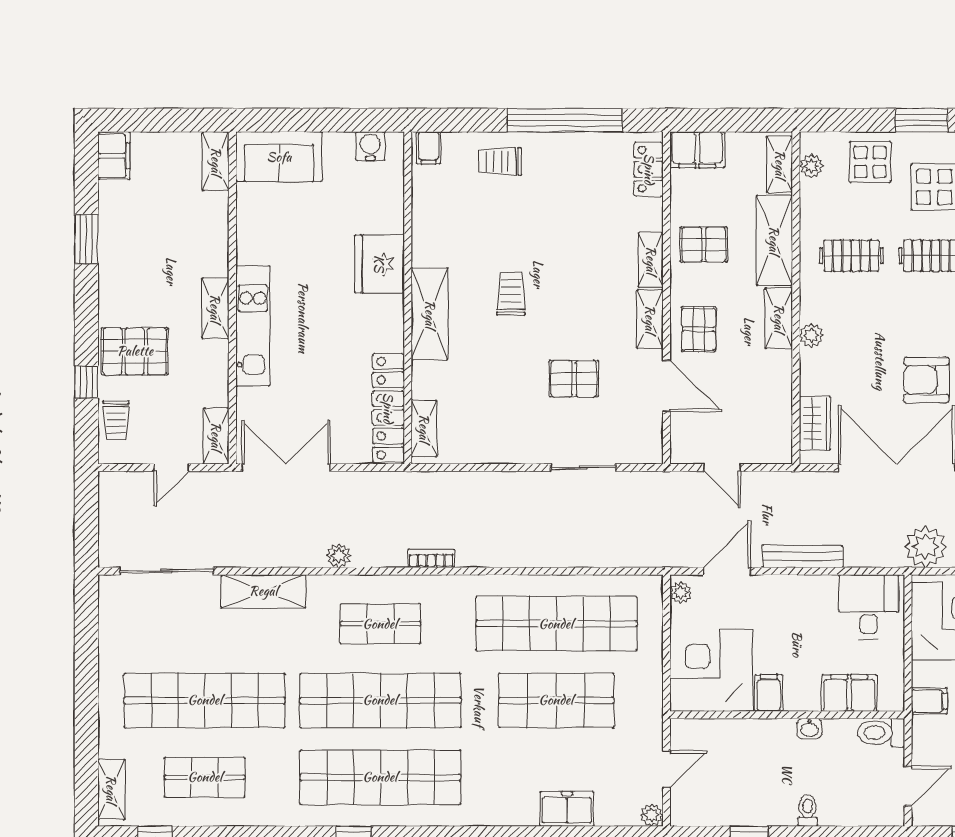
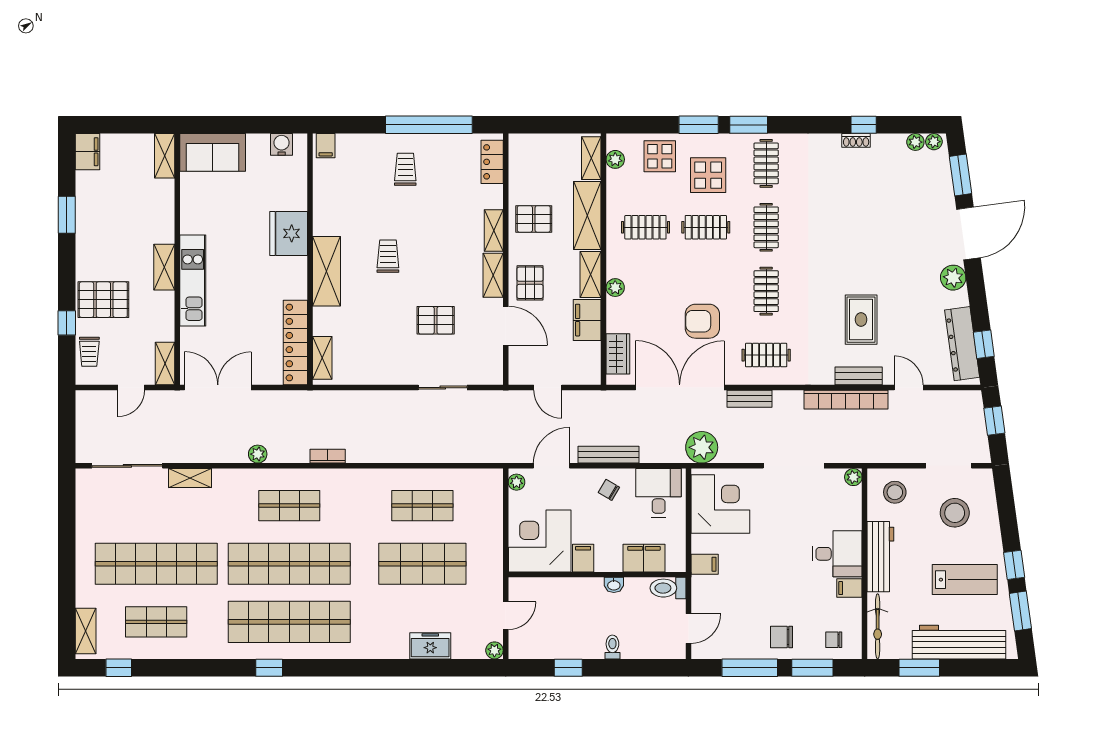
filing cabinet: (697, 150) -> (587, 320), moved, turned 90
trolley: (500, 161) -> (405, 169), moved, turned 90
shelving: (263, 591) -> (190, 478), width x0.67, depth x0.75
chair: (803, 603) -> (609, 490), added
shop shelf: (556, 624) -> (422, 506), width x0.50, depth x0.74

